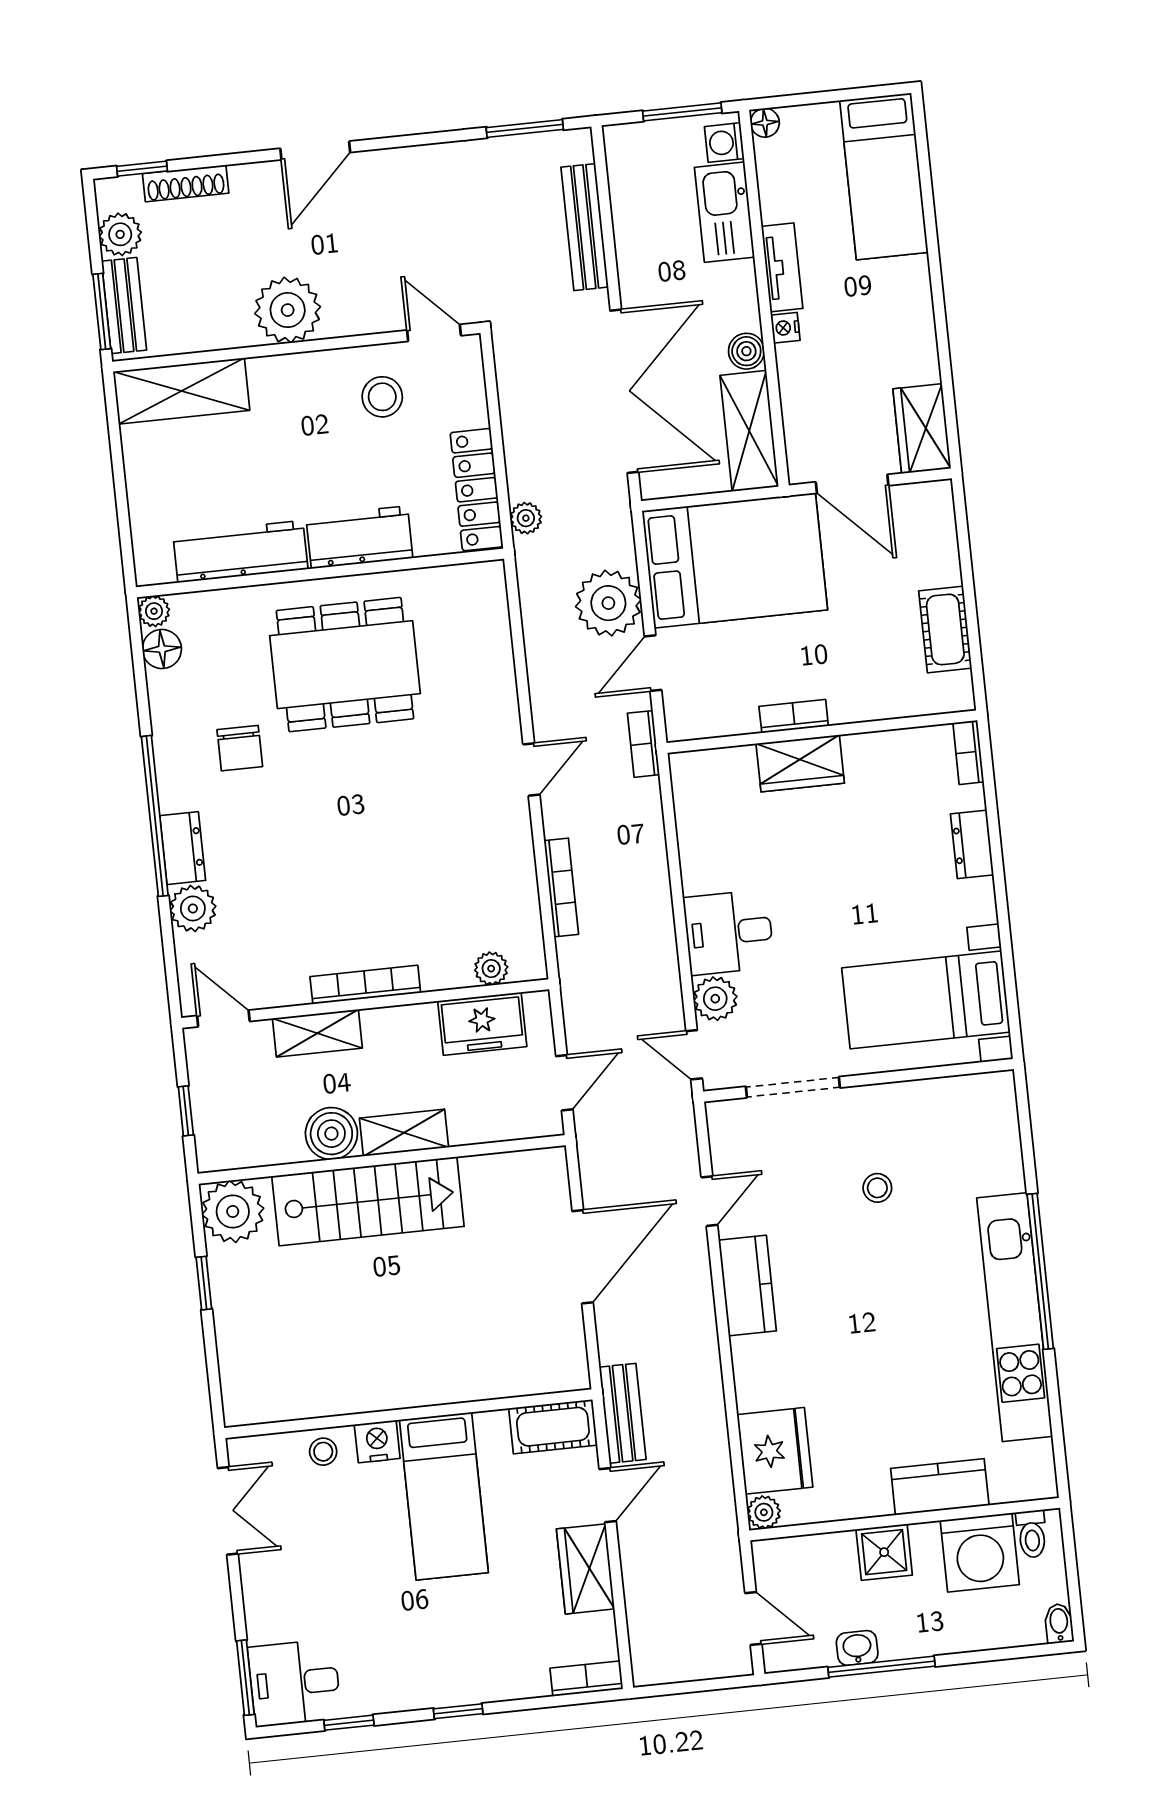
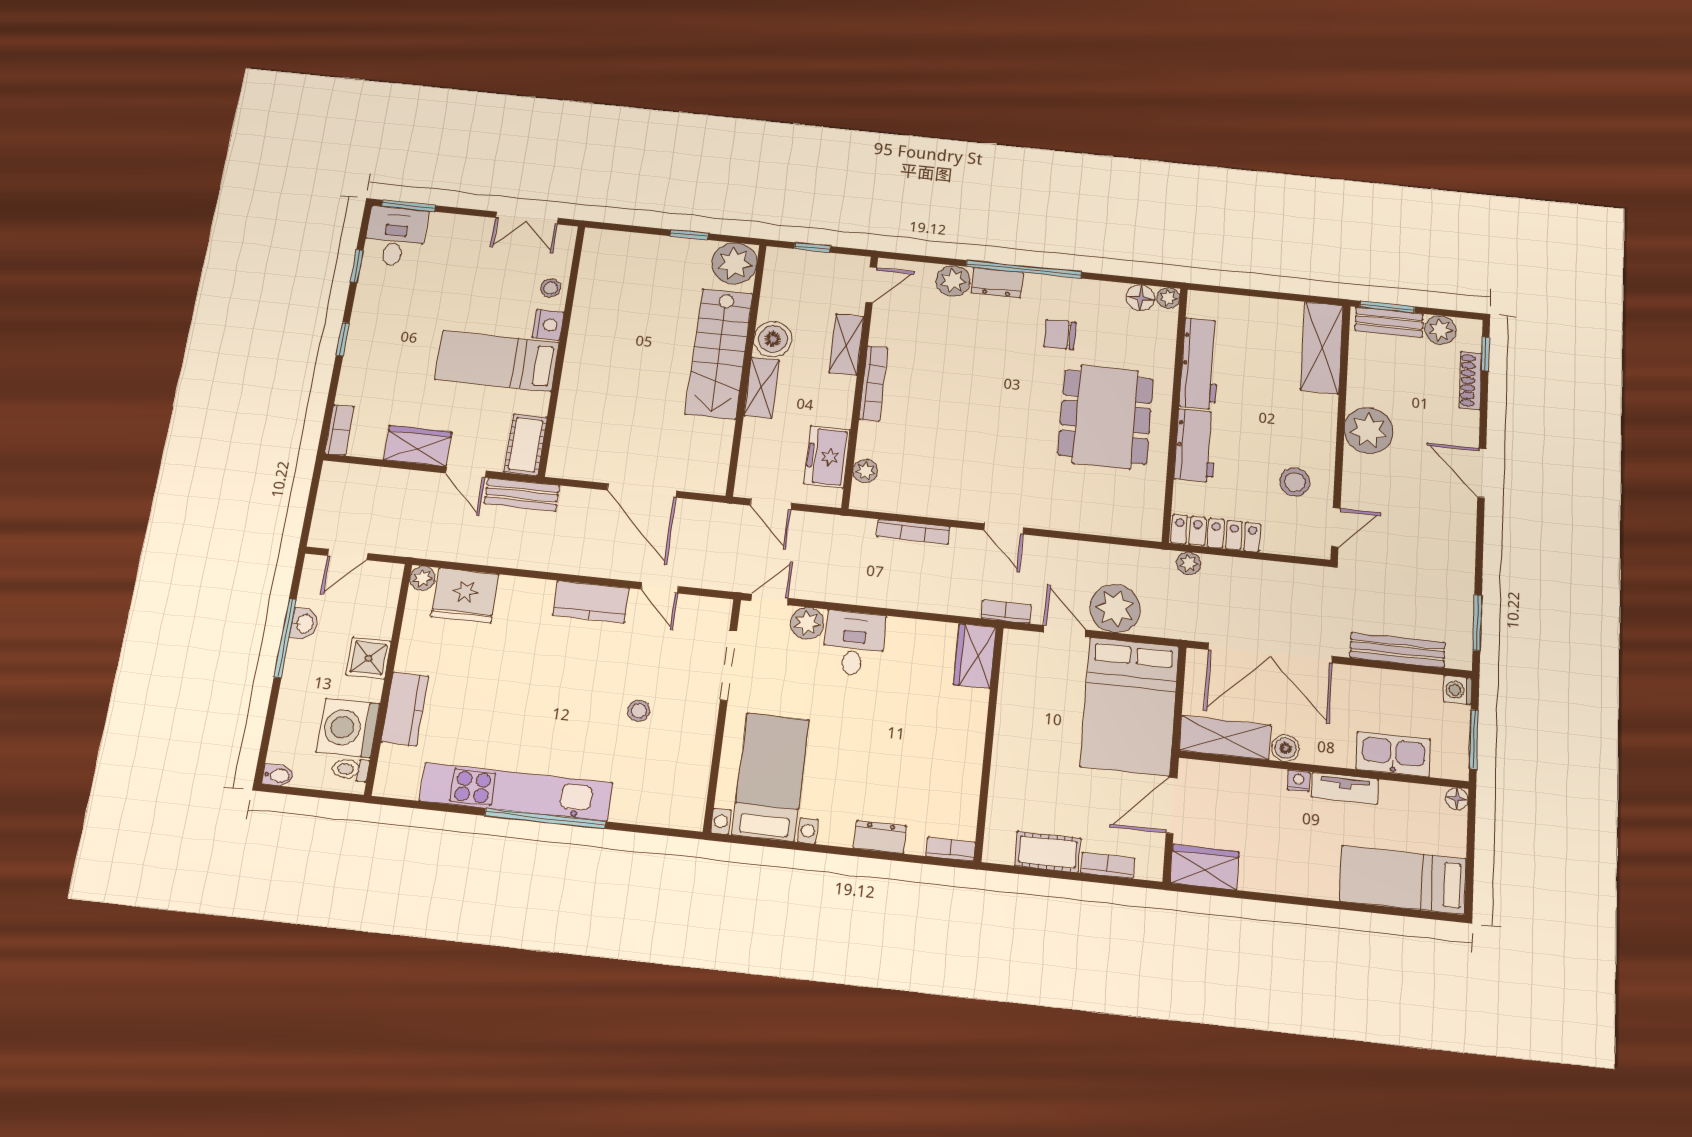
washing machine: (724, 143) -> (1458, 690), moved, turned -90
bookcase: (794, 716) -> (1108, 865), moved, turned -90
wardrobe: (800, 763) -> (975, 656), moved

